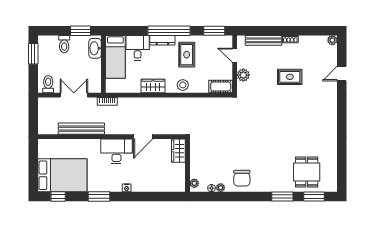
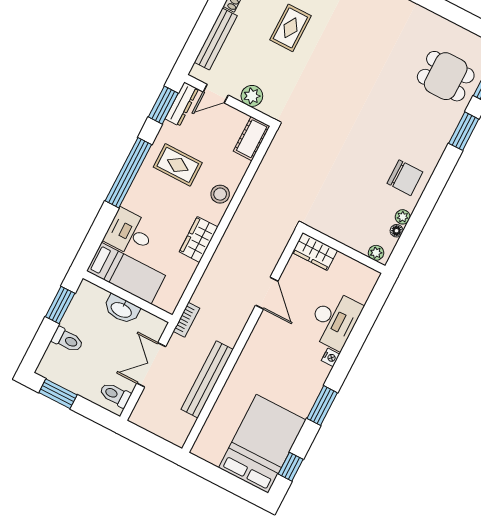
dresser: (162, 40) -> (182, 104), moved
washbasin: (95, 48) -> (122, 309), moved
desk: (116, 151) -> (334, 320), moved, turned 180

